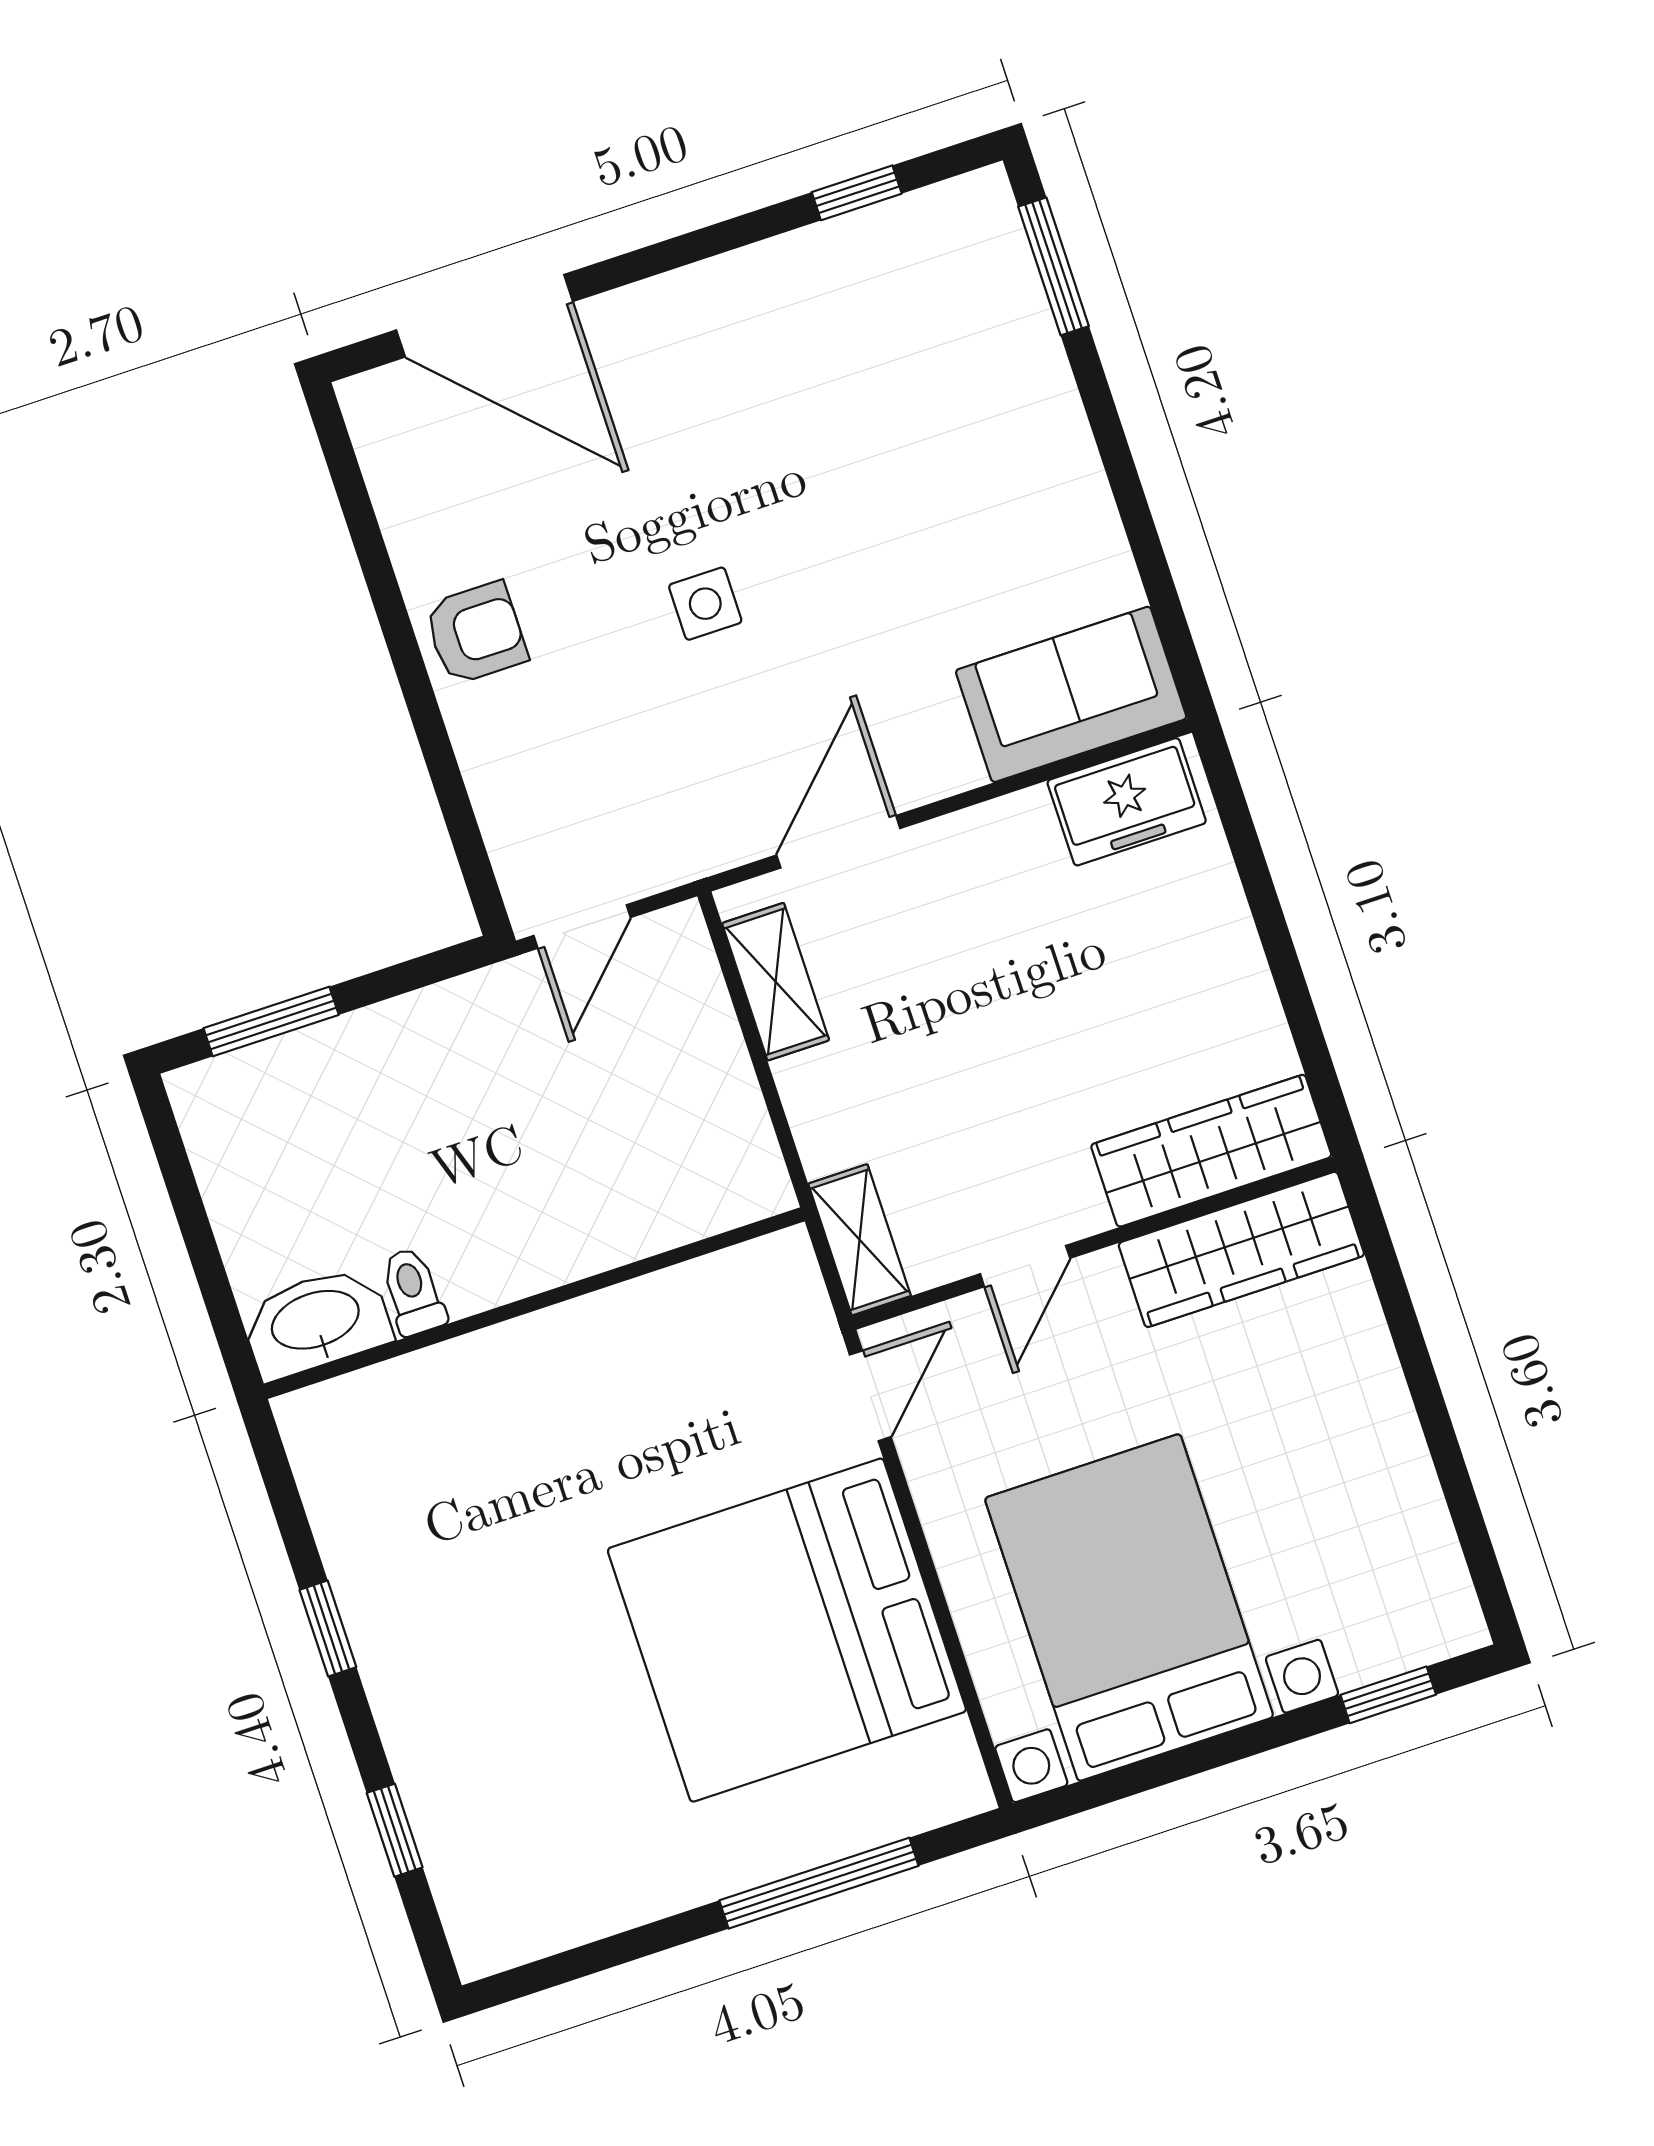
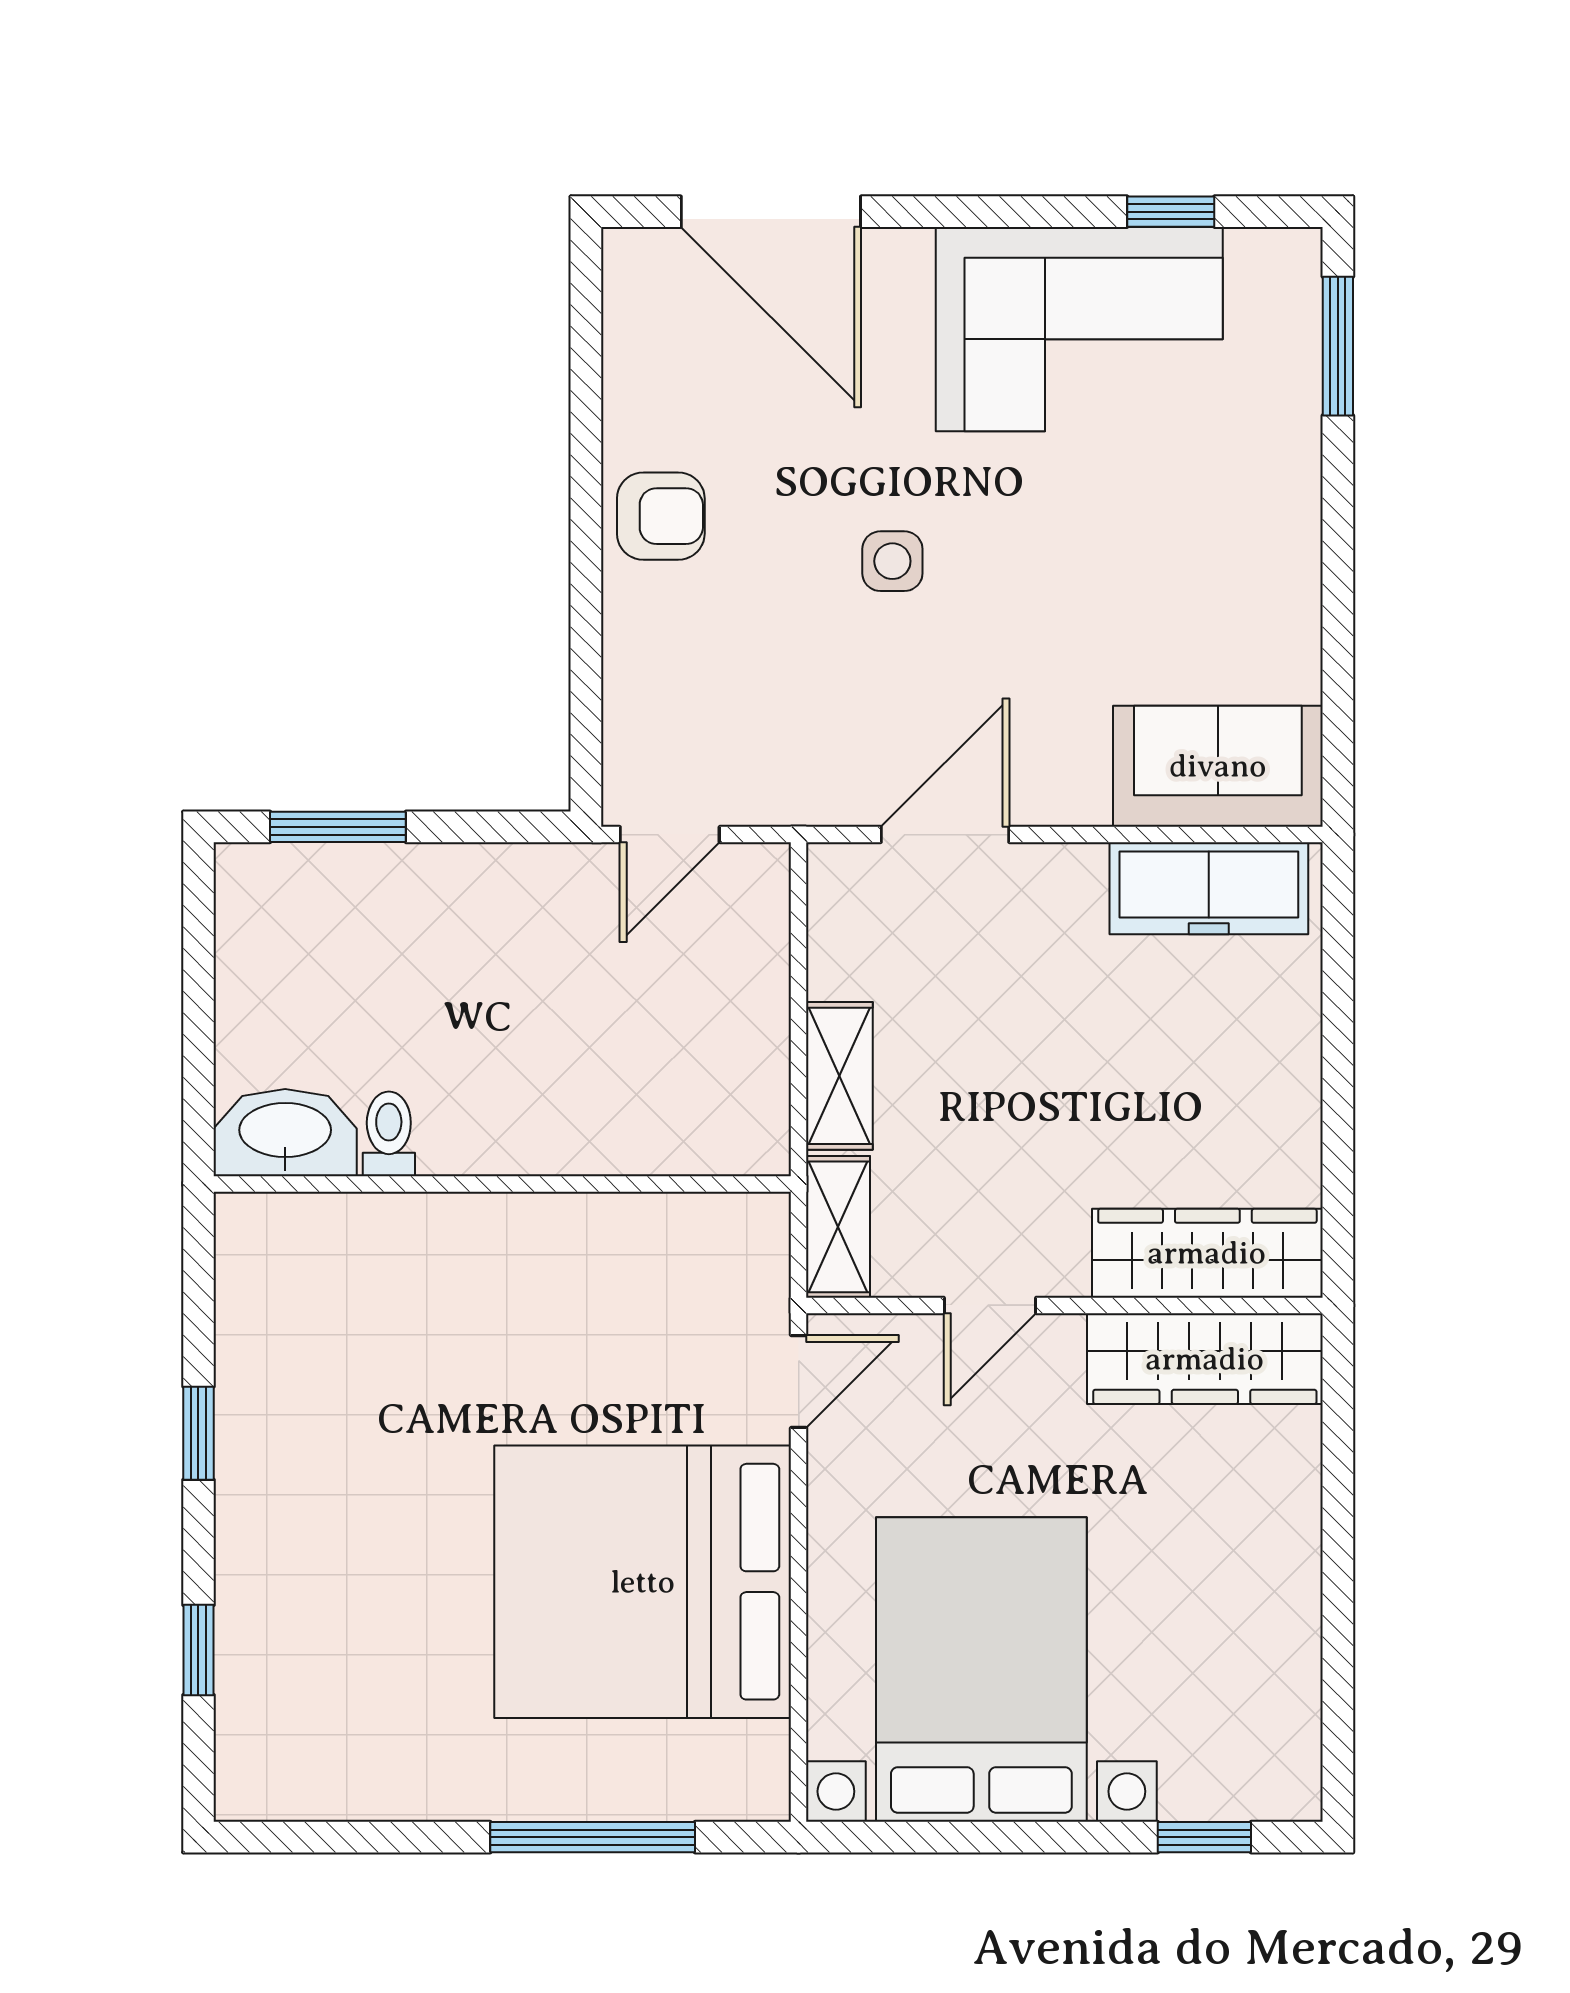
corner sofa: (808, 330) -> (1079, 329), added
freezer: (1127, 802) -> (1209, 888), width x1.40
shelving: (776, 982) -> (839, 1076), moved

